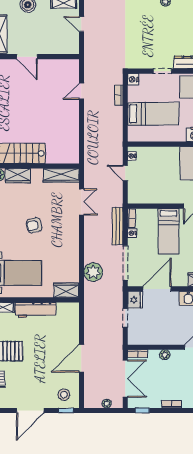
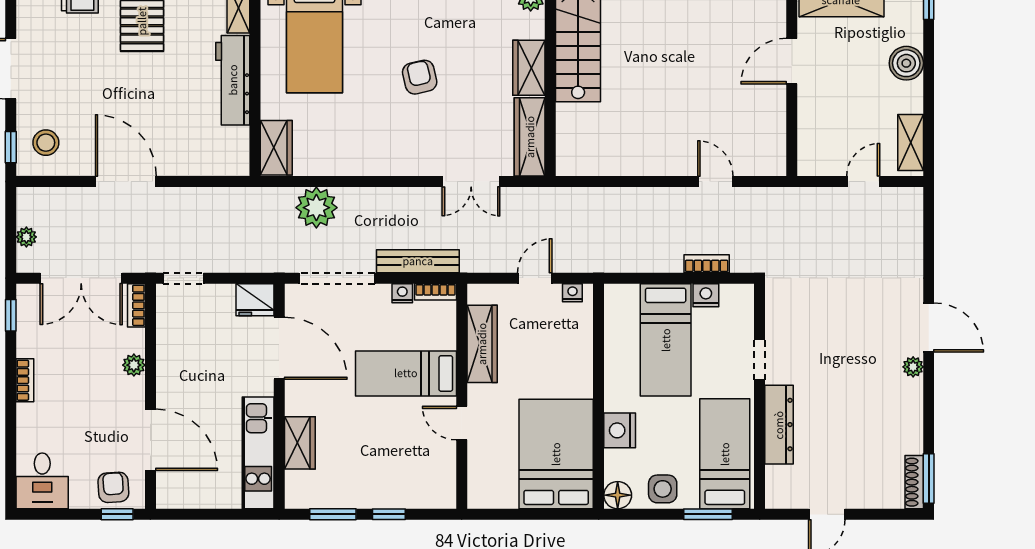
nightstand: (133, 79) -> (706, 295), moved
wardrobe: (18, 176) -> (529, 68), moved
wardrobe: (155, 197) -> (482, 344), added
doorway: (125, 318) -> (183, 278), moved

